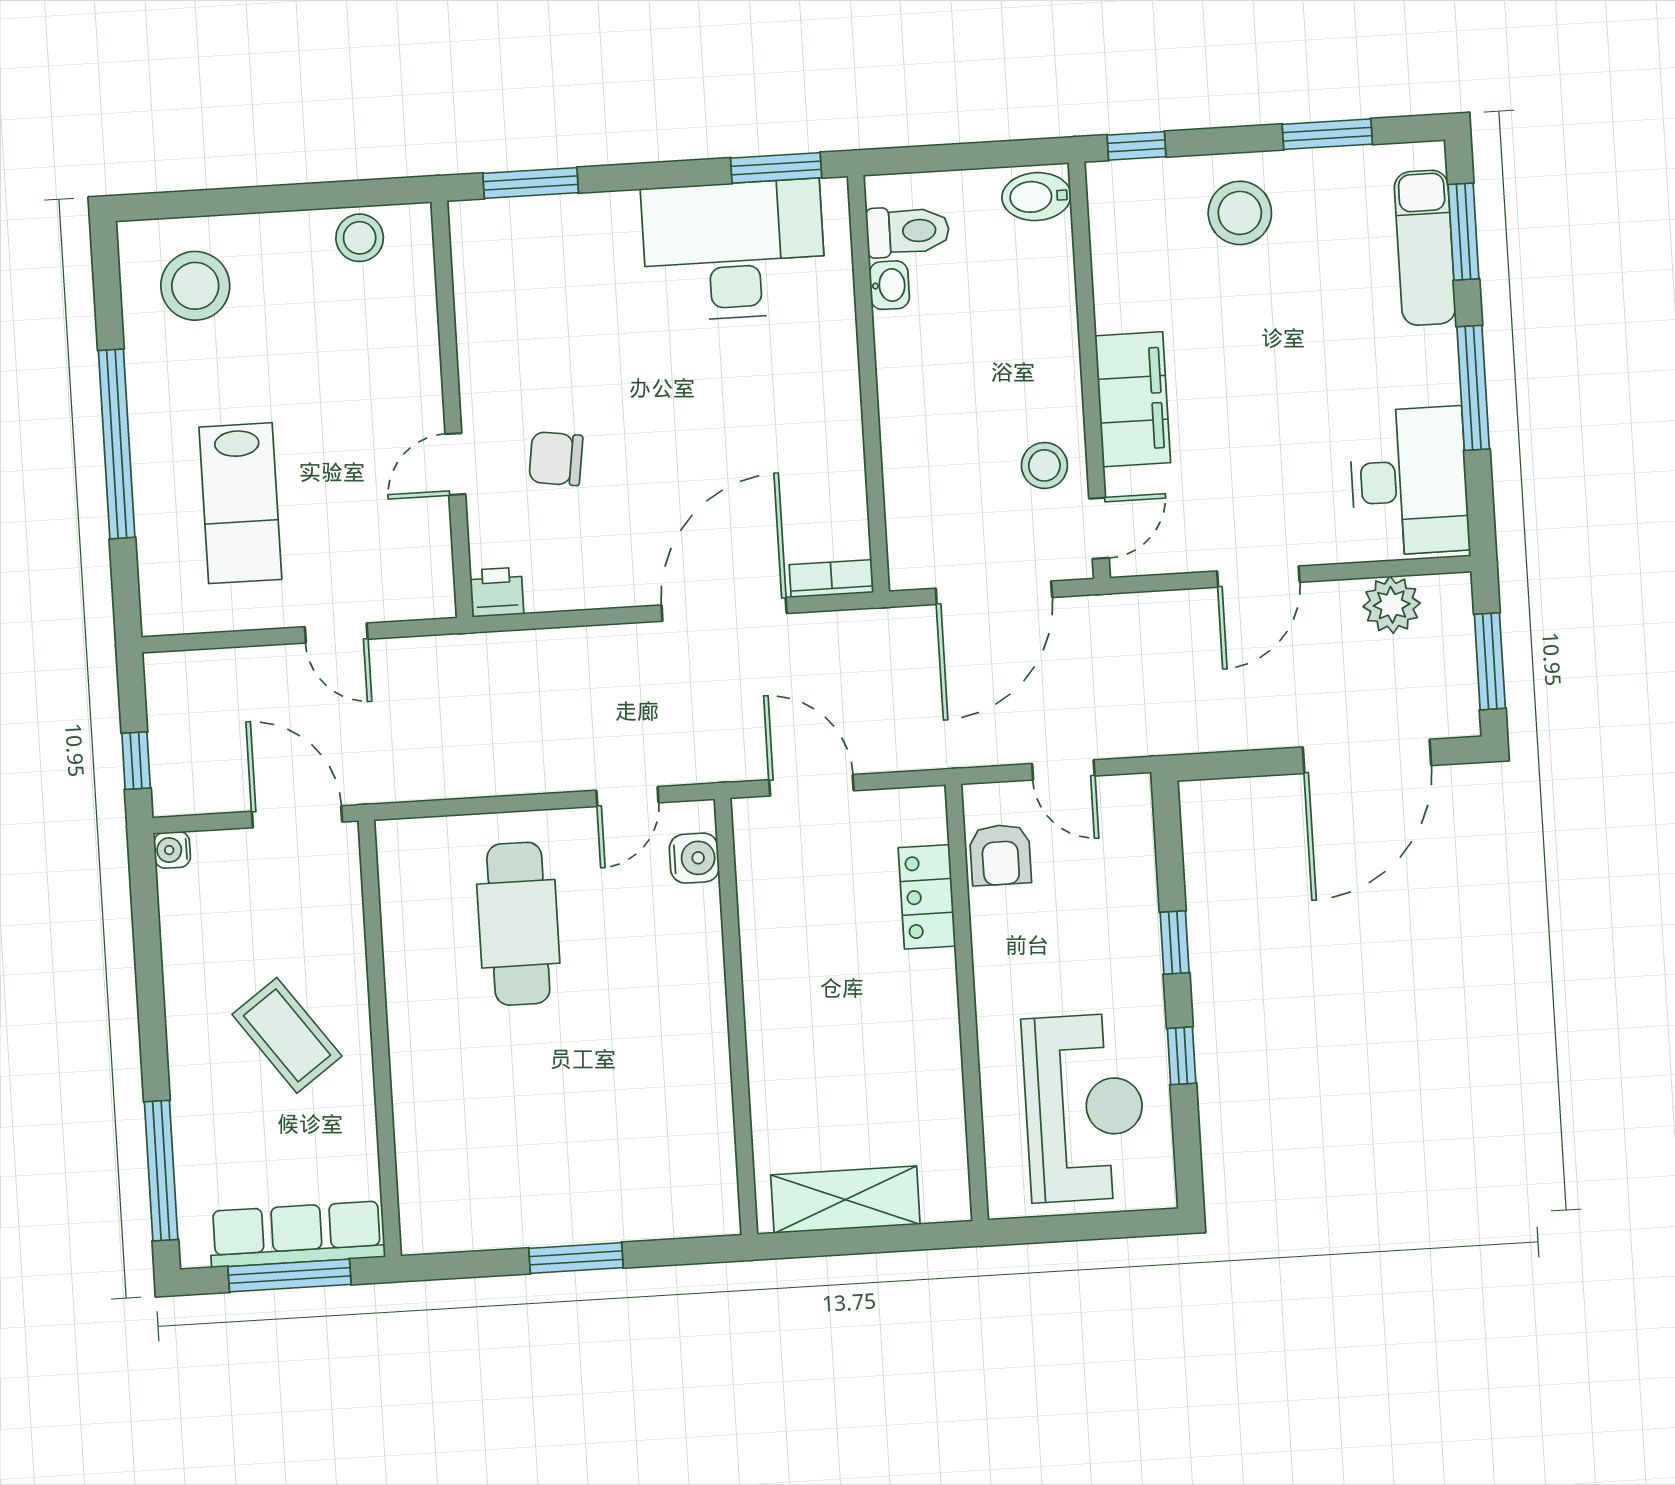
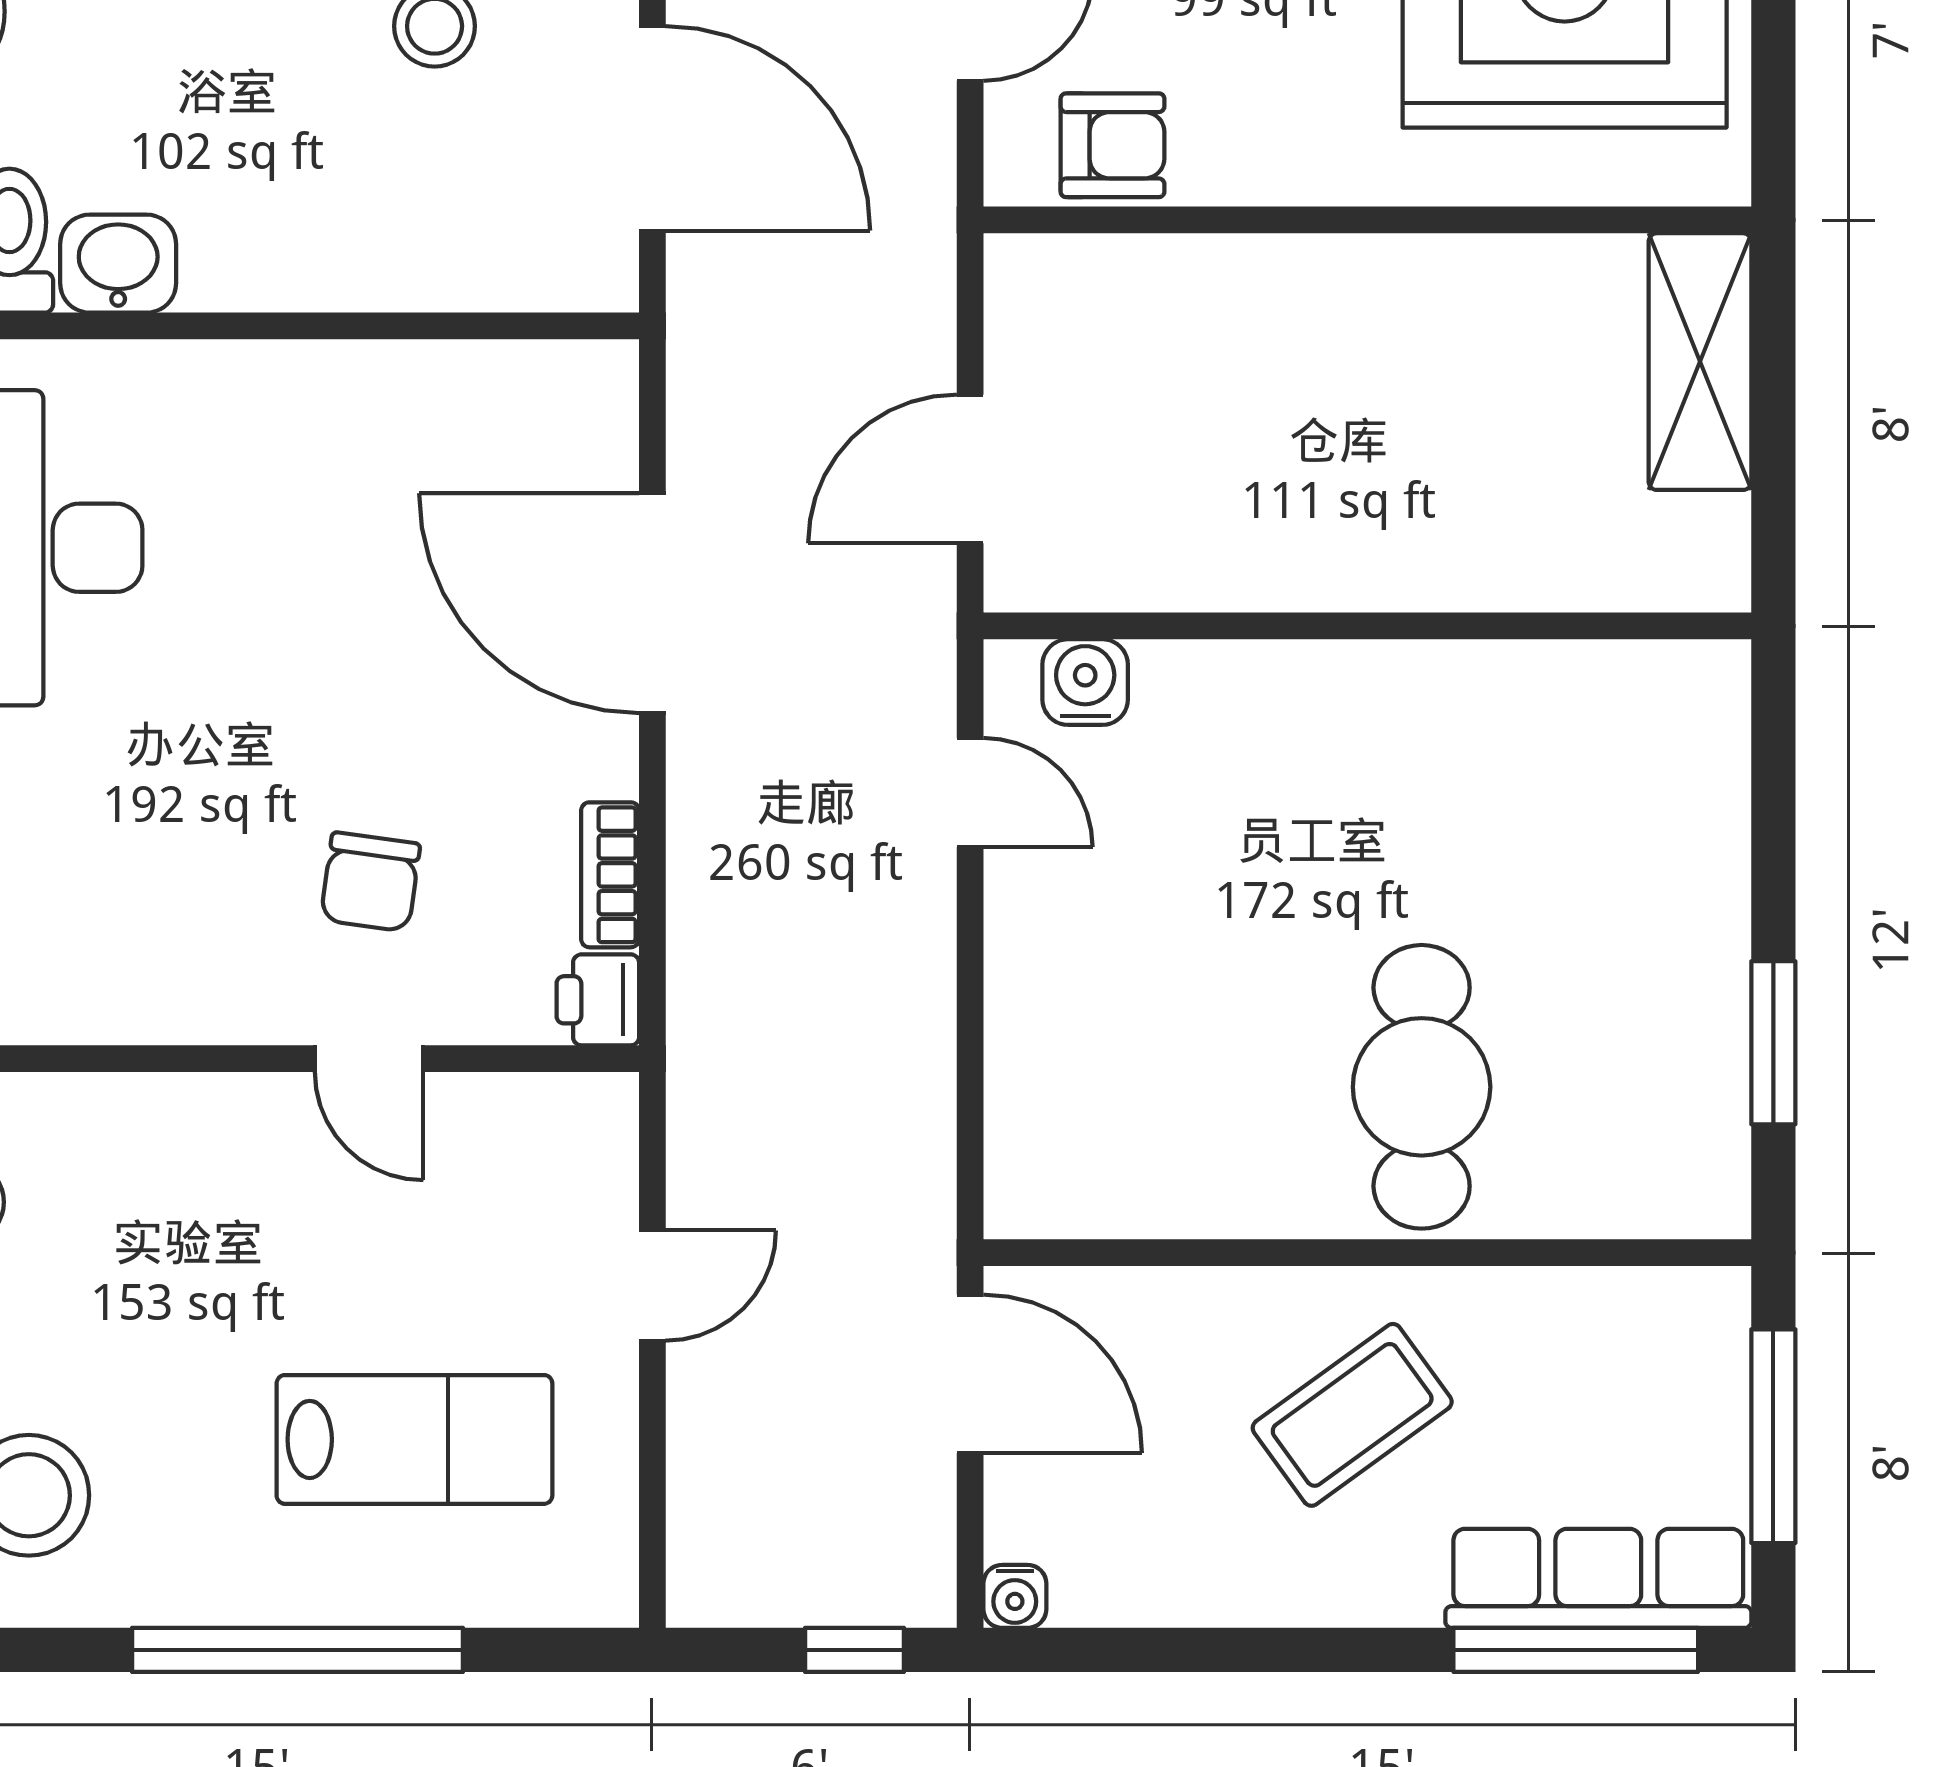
washbasin: (889, 285) -> (118, 264), width x1.38, depth x1.45
bookcase: (831, 579) -> (610, 875), moved
door: (297, 817) -> (970, 1374), swing flipped
locker: (927, 897) -> (1178, 278), removed
cafe table: (518, 924) -> (1422, 1087), moved, turned 90
shelving: (845, 1200) -> (1700, 362), moved
row of seats: (297, 1234) -> (1598, 1578), moved, turned 90
window: (576, 1258) -> (1773, 1043), moved

